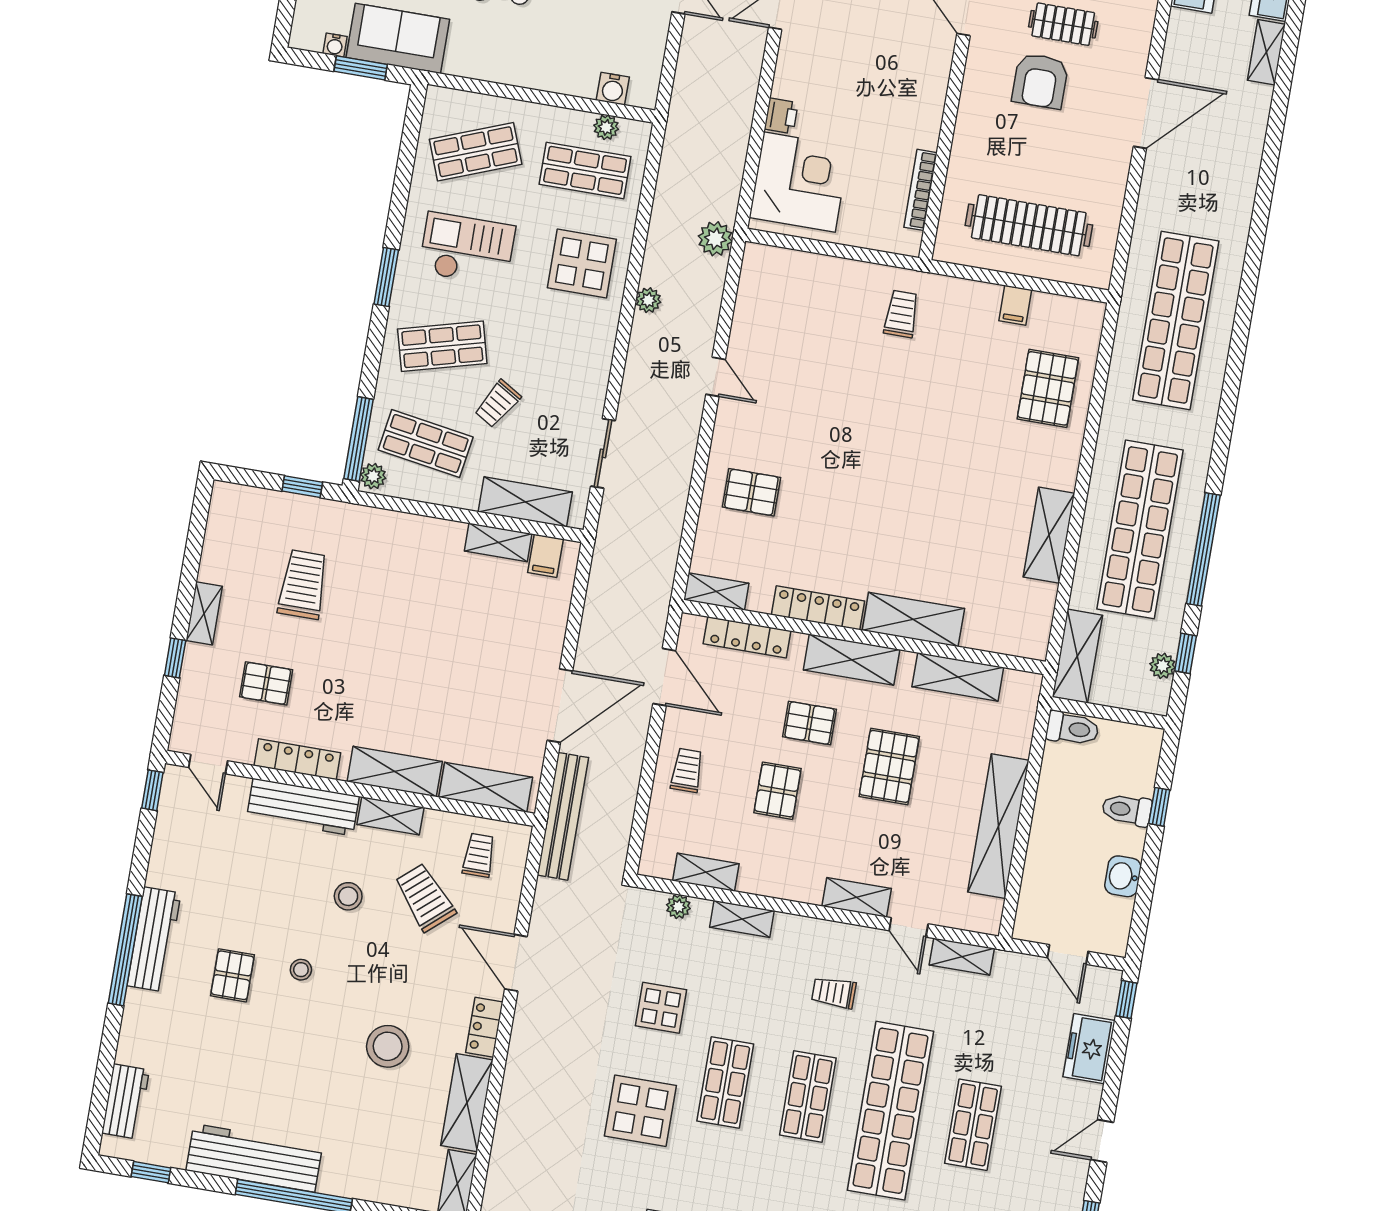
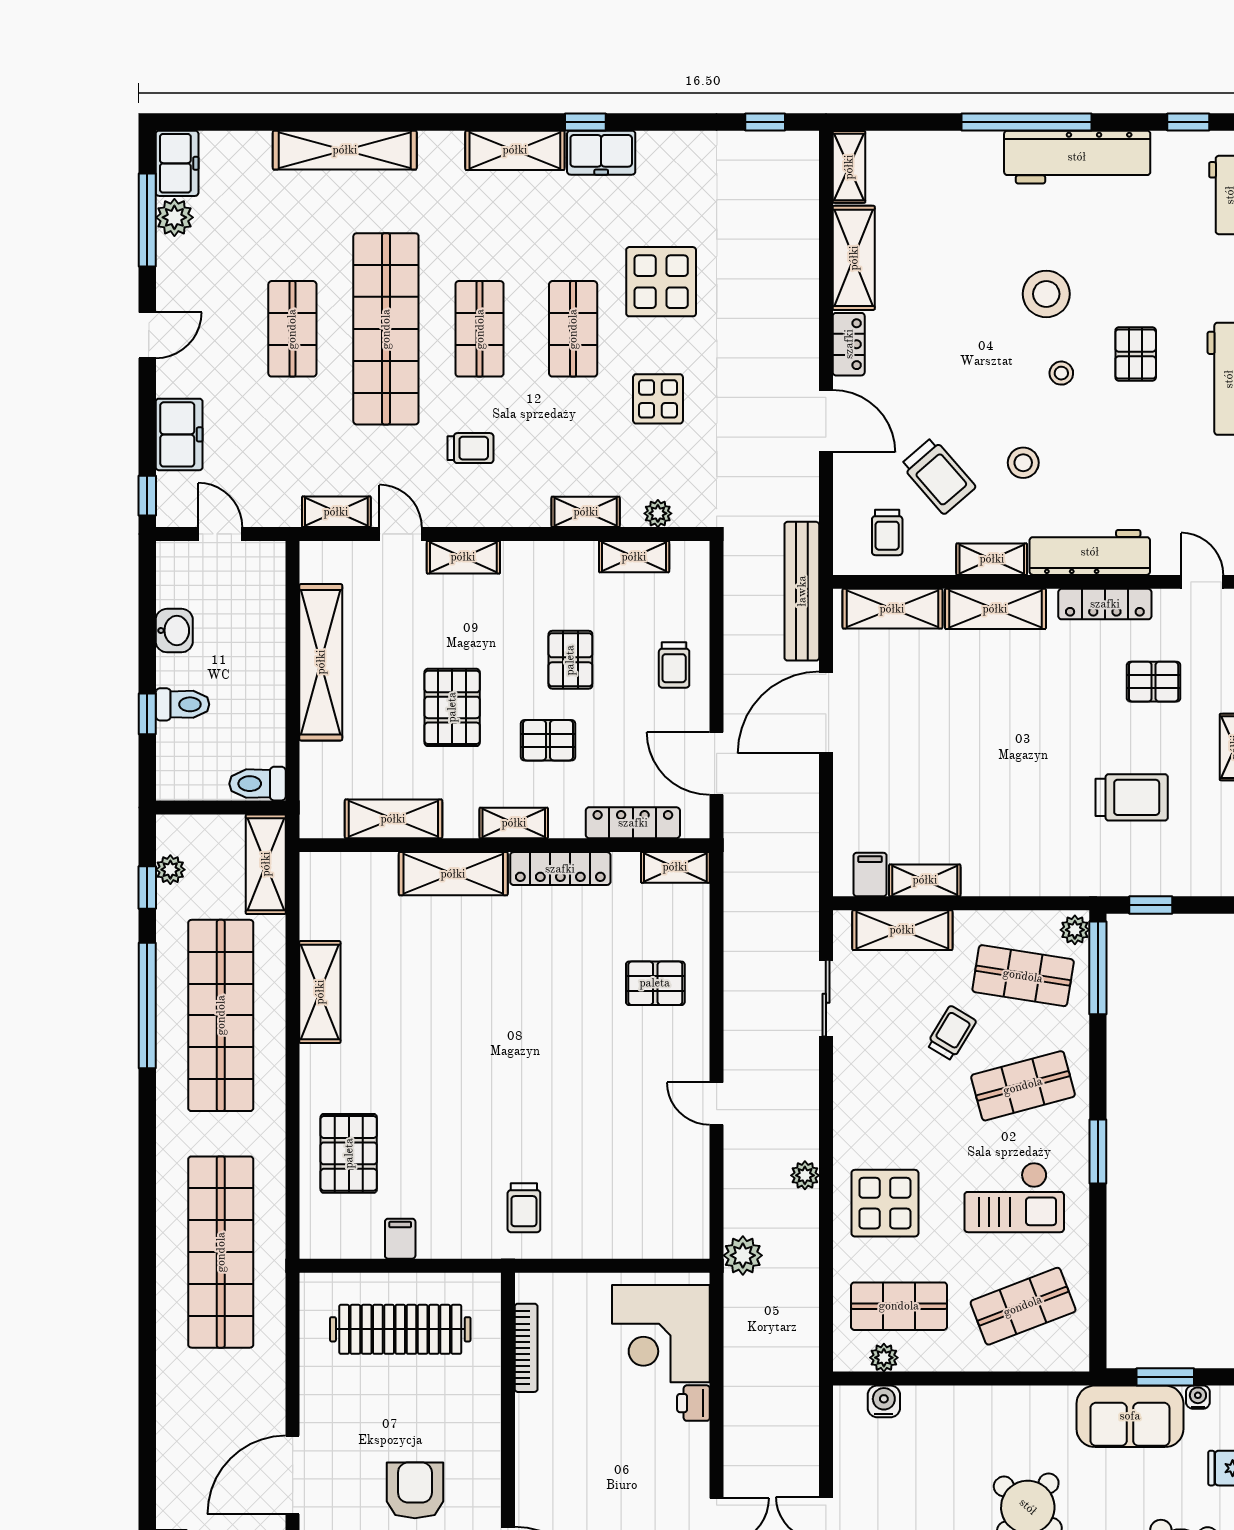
trolley: (303, 584) -> (1132, 797), turned -90
shelving: (852, 660) -> (514, 823), width x0.67, depth x0.75
stool: (388, 1046) -> (1046, 294), moved

